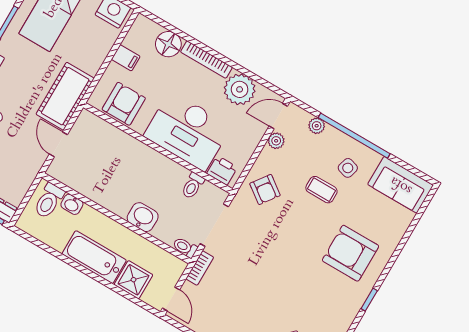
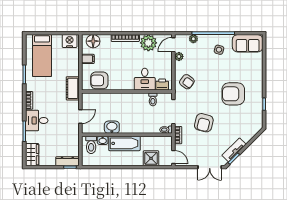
floor lamp: (168, 44) -> (93, 41), moved
cot: (65, 96) -> (73, 88), width x0.73, depth x0.75
armchair: (124, 104) -> (99, 80), turned -90
desk: (187, 131) -> (145, 79), width x0.53, depth x0.77
door: (58, 144) -> (80, 117), swing flipped
coffee table: (321, 190) -> (213, 67), removed
washbasin: (143, 217) -> (112, 127), moved
armchair: (351, 253) -> (233, 94), moved
bathtub: (94, 257) -> (124, 143), moved, turned 180
armchair: (253, 272) -> (204, 123), added

